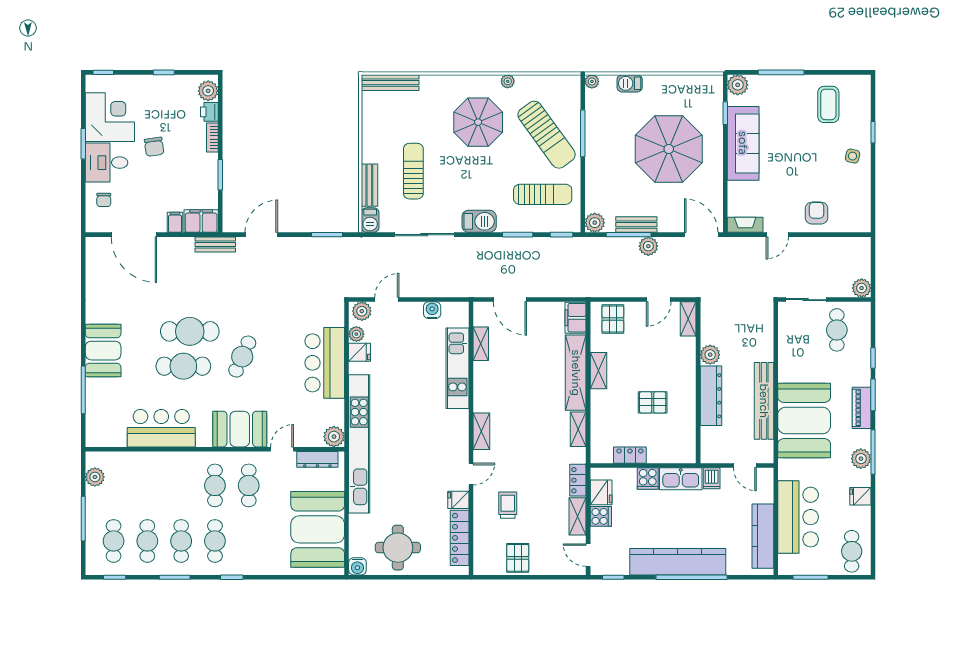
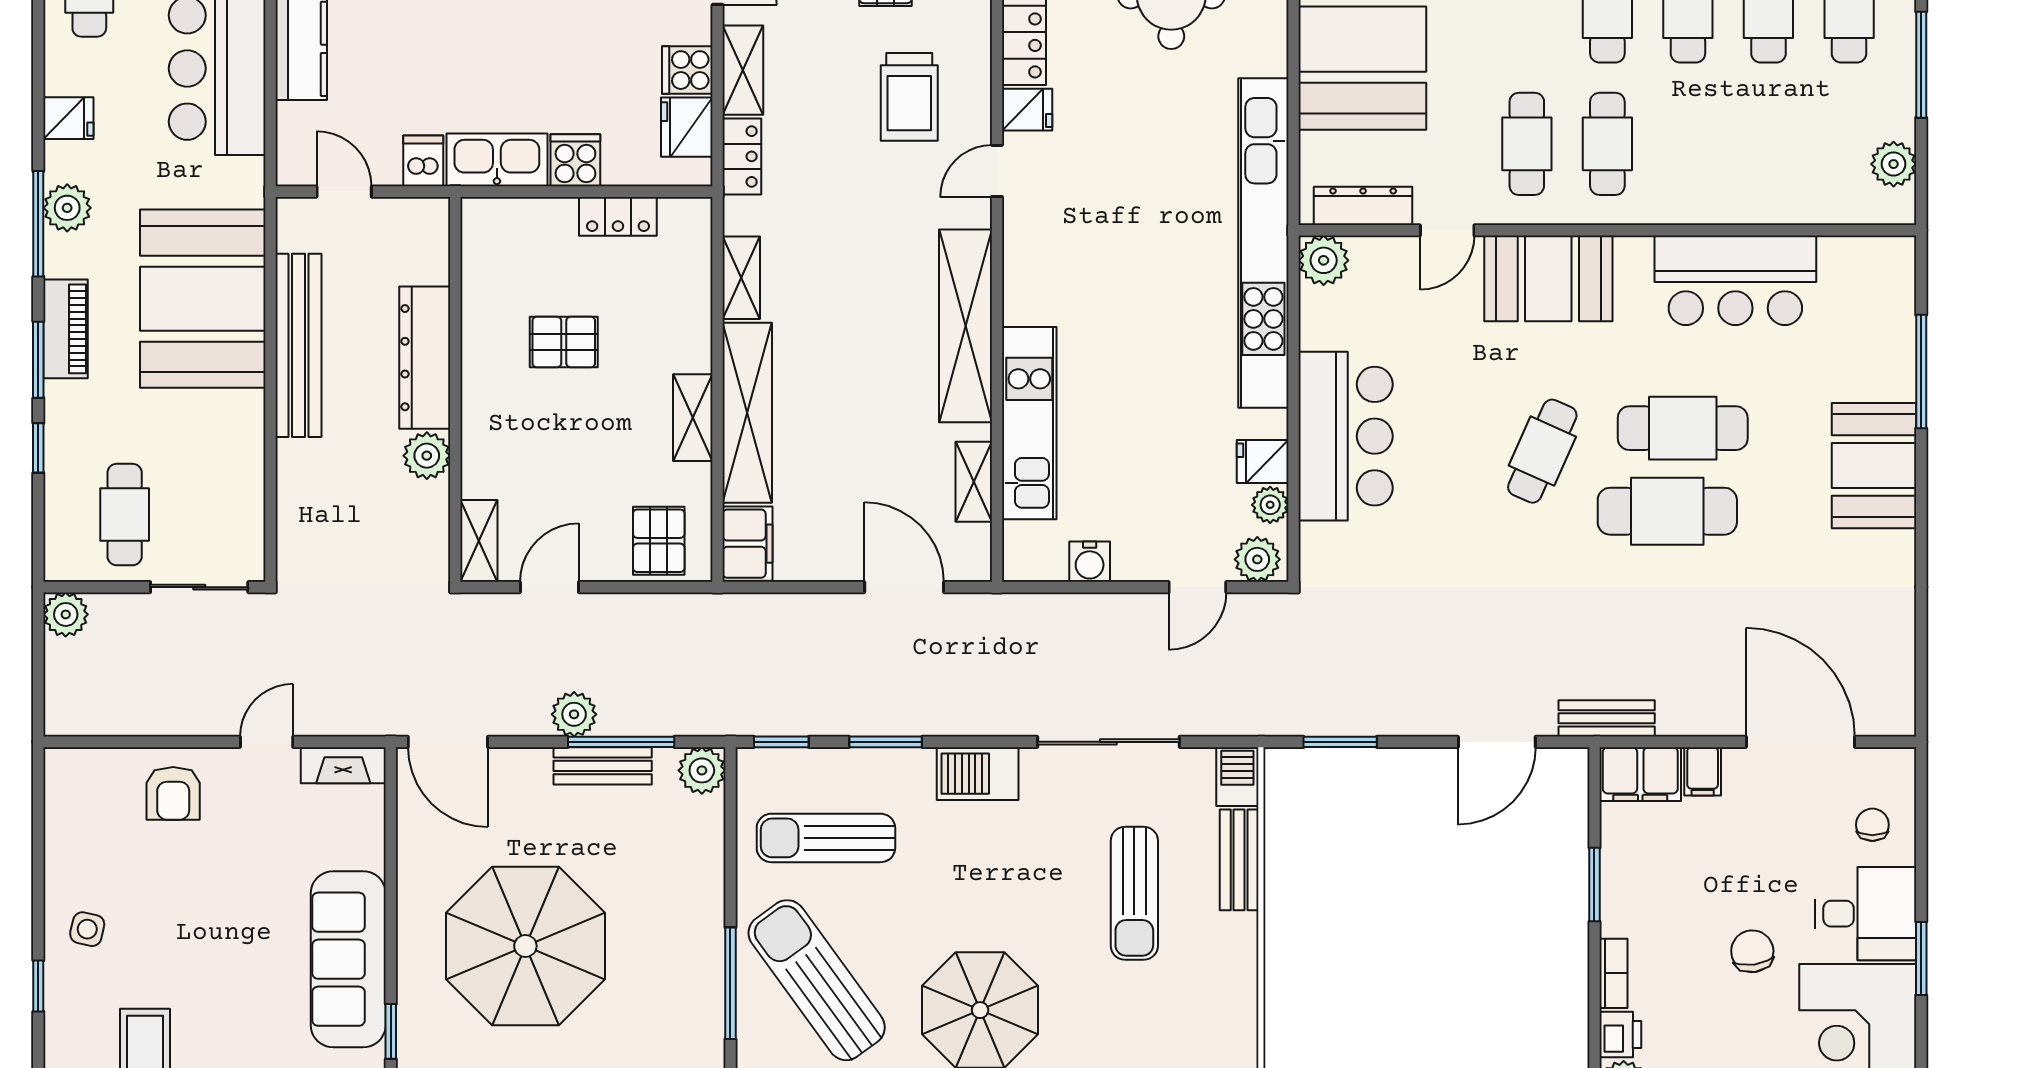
shelving: (481, 431) -> (965, 326), width x2.20, depth x1.33
trolley: (508, 505) -> (909, 97), width x1.36, depth x1.39

